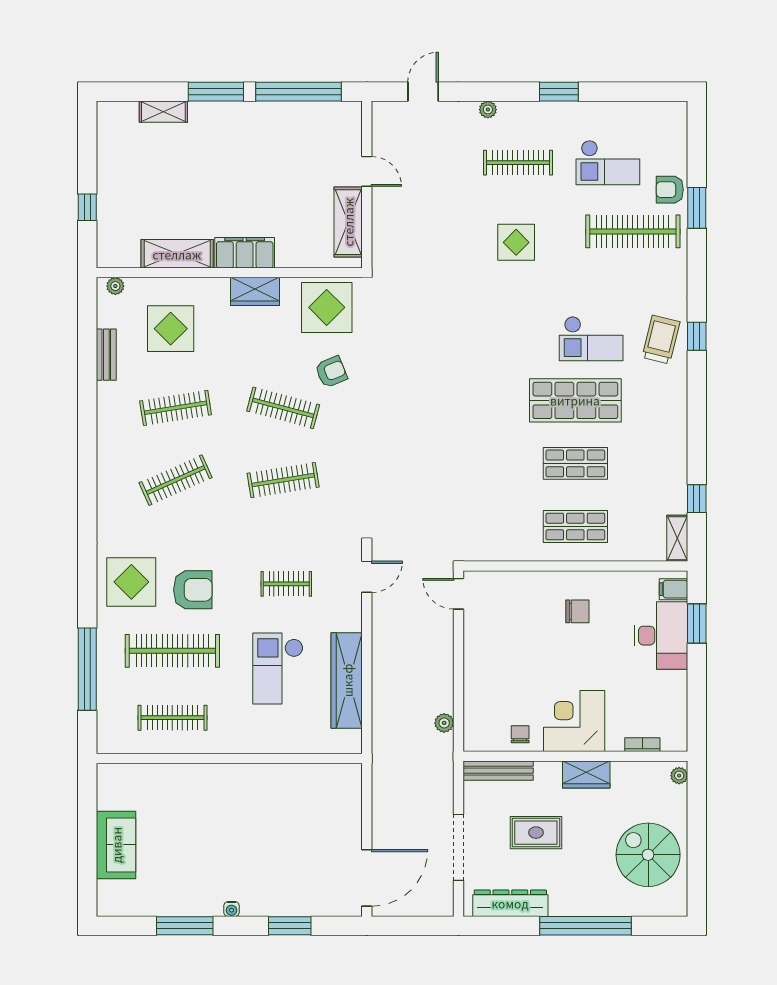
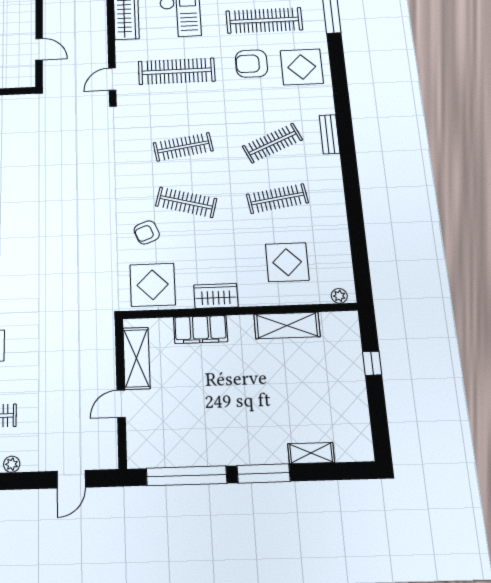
door: (367, 171) -> (121, 404), hinge flipped
filing cabinet: (245, 253) -> (200, 329), moved
bench: (106, 355) -> (330, 134), moved
clothes rail: (286, 584) -> (177, 71), width x1.86, depth x1.31
door: (458, 594) -> (39, 49), moved

